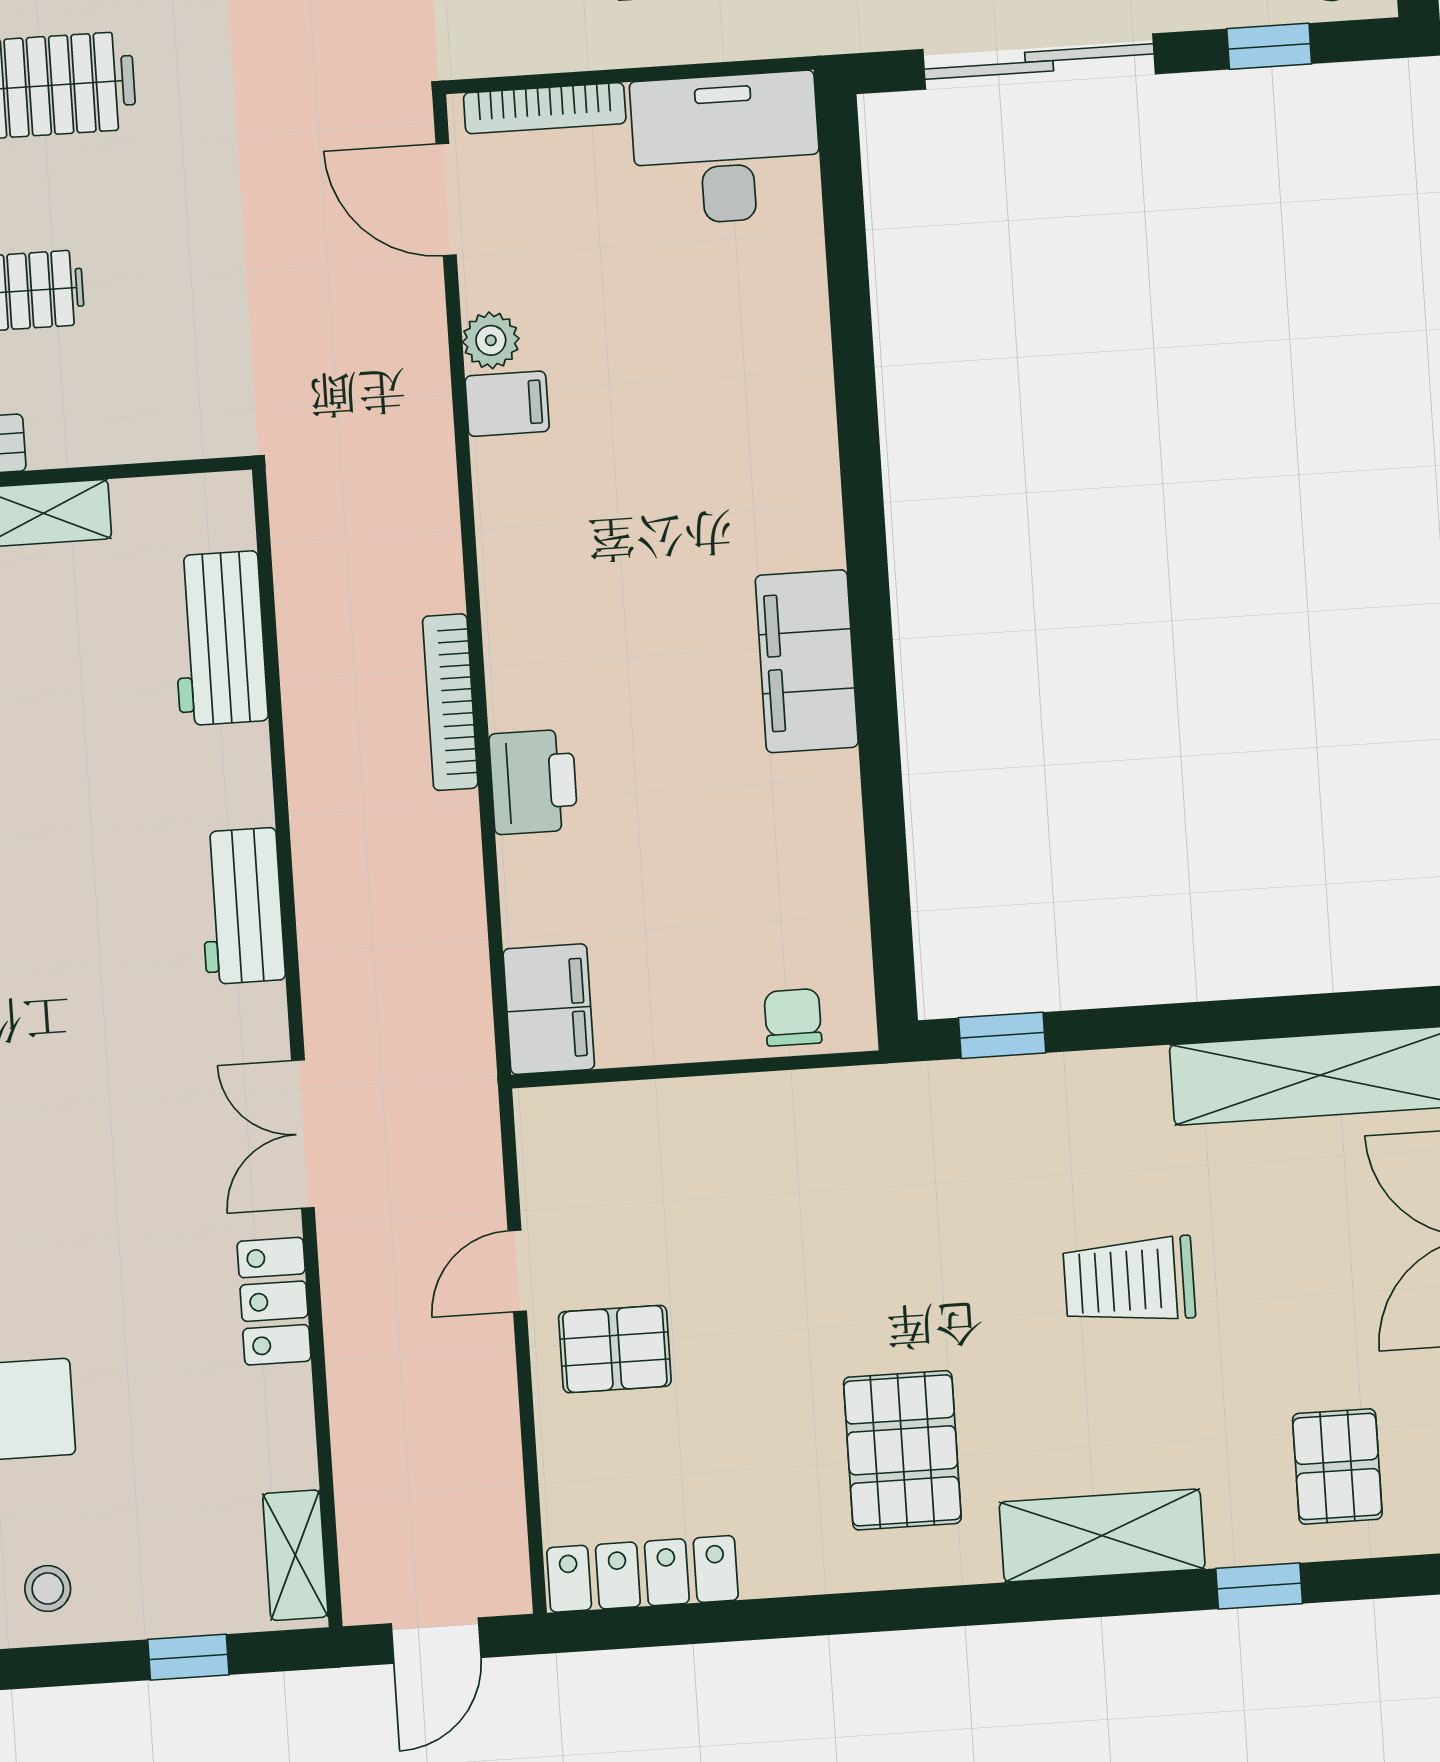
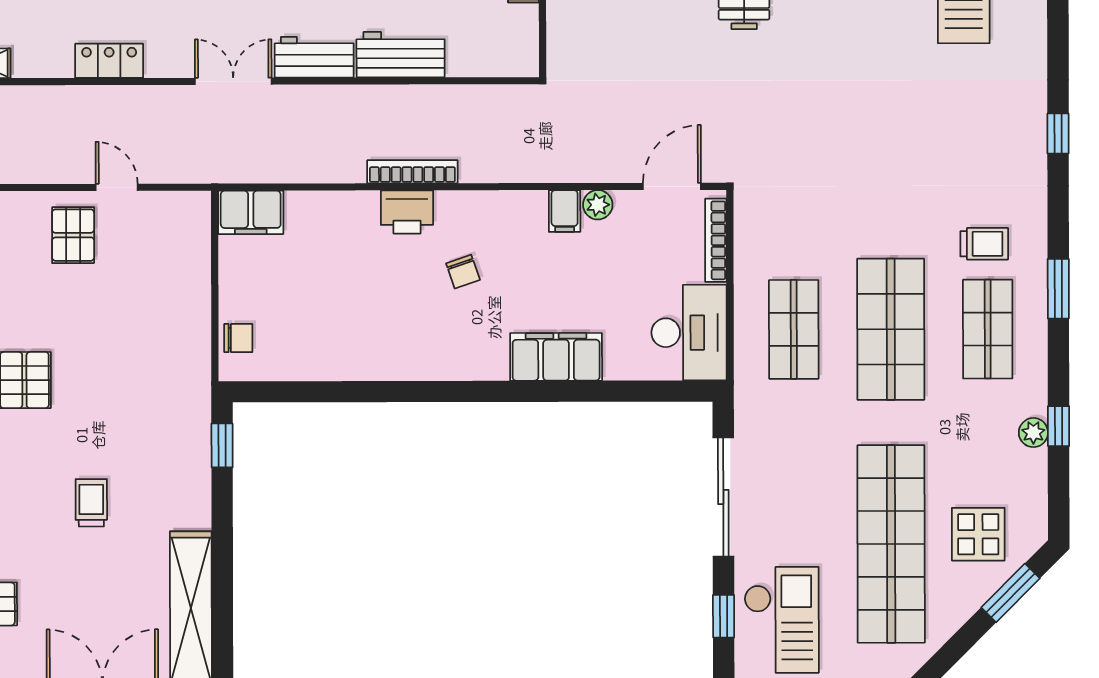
chair: (637, 592) -> (463, 272), added
workbench: (219, 638) -> (401, 55), moved
filing cabinet: (807, 661) -> (556, 357), moved
printer: (533, 782) -> (407, 212), moved
double door: (303, 1134) -> (233, 81), moved
trolley: (1129, 1280) -> (91, 503), width x0.73, depth x0.72

